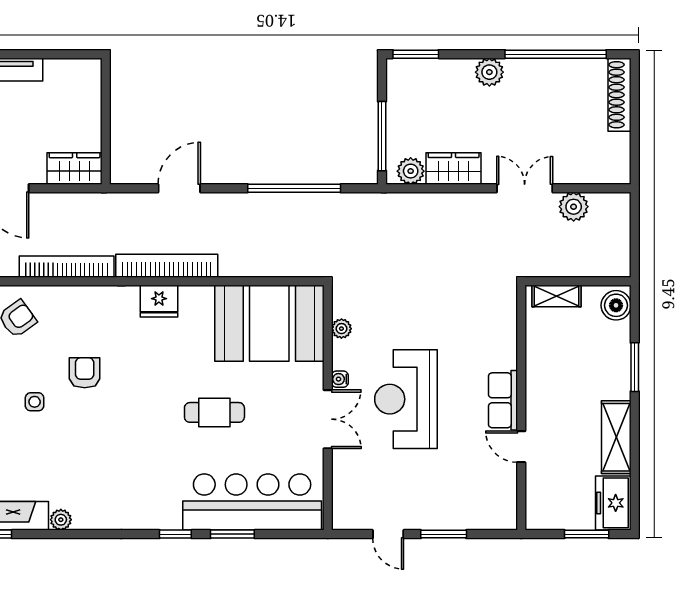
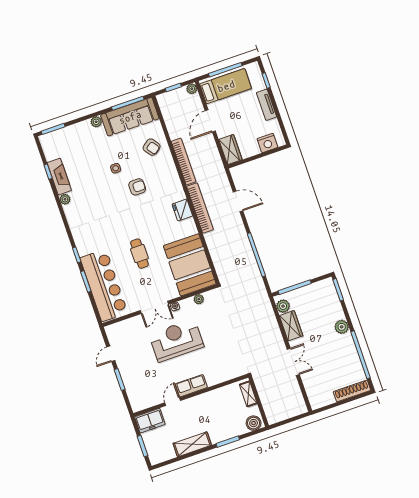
nightstand: (86, 93) -> (267, 143), added
plant: (574, 207) -> (293, 388), removed
freezer: (613, 503) -> (150, 421), moved, turned 180

